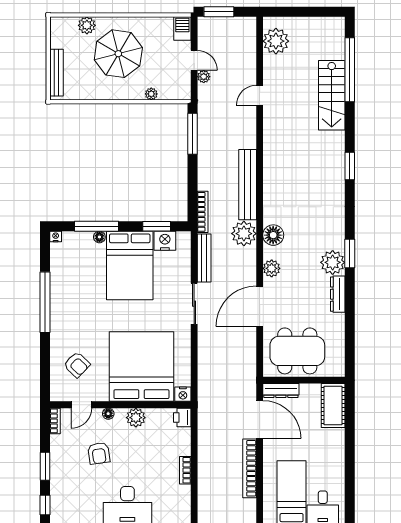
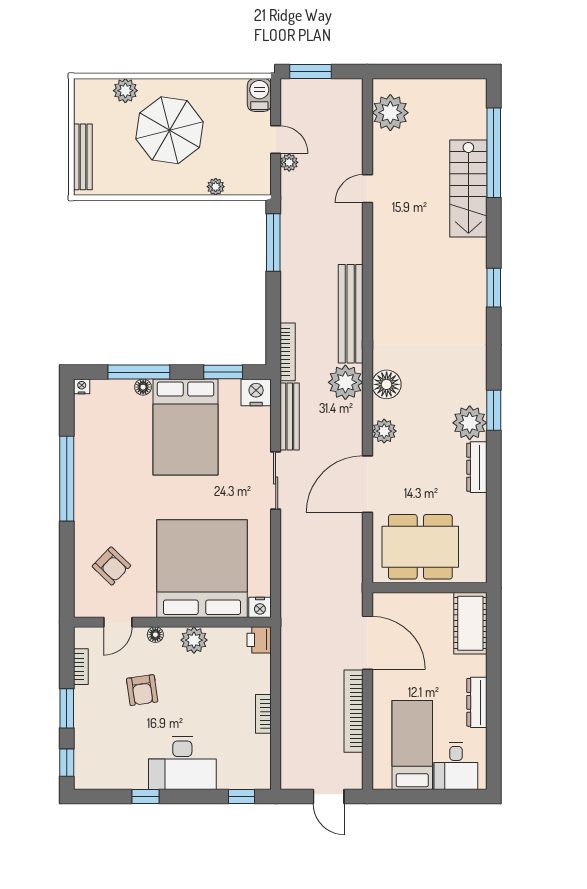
nightstand: (165, 241) -> (256, 392), moved
dresser: (281, 391) -> (477, 702), moved, turned 90
bookcase: (55, 421) -> (81, 667), moved

